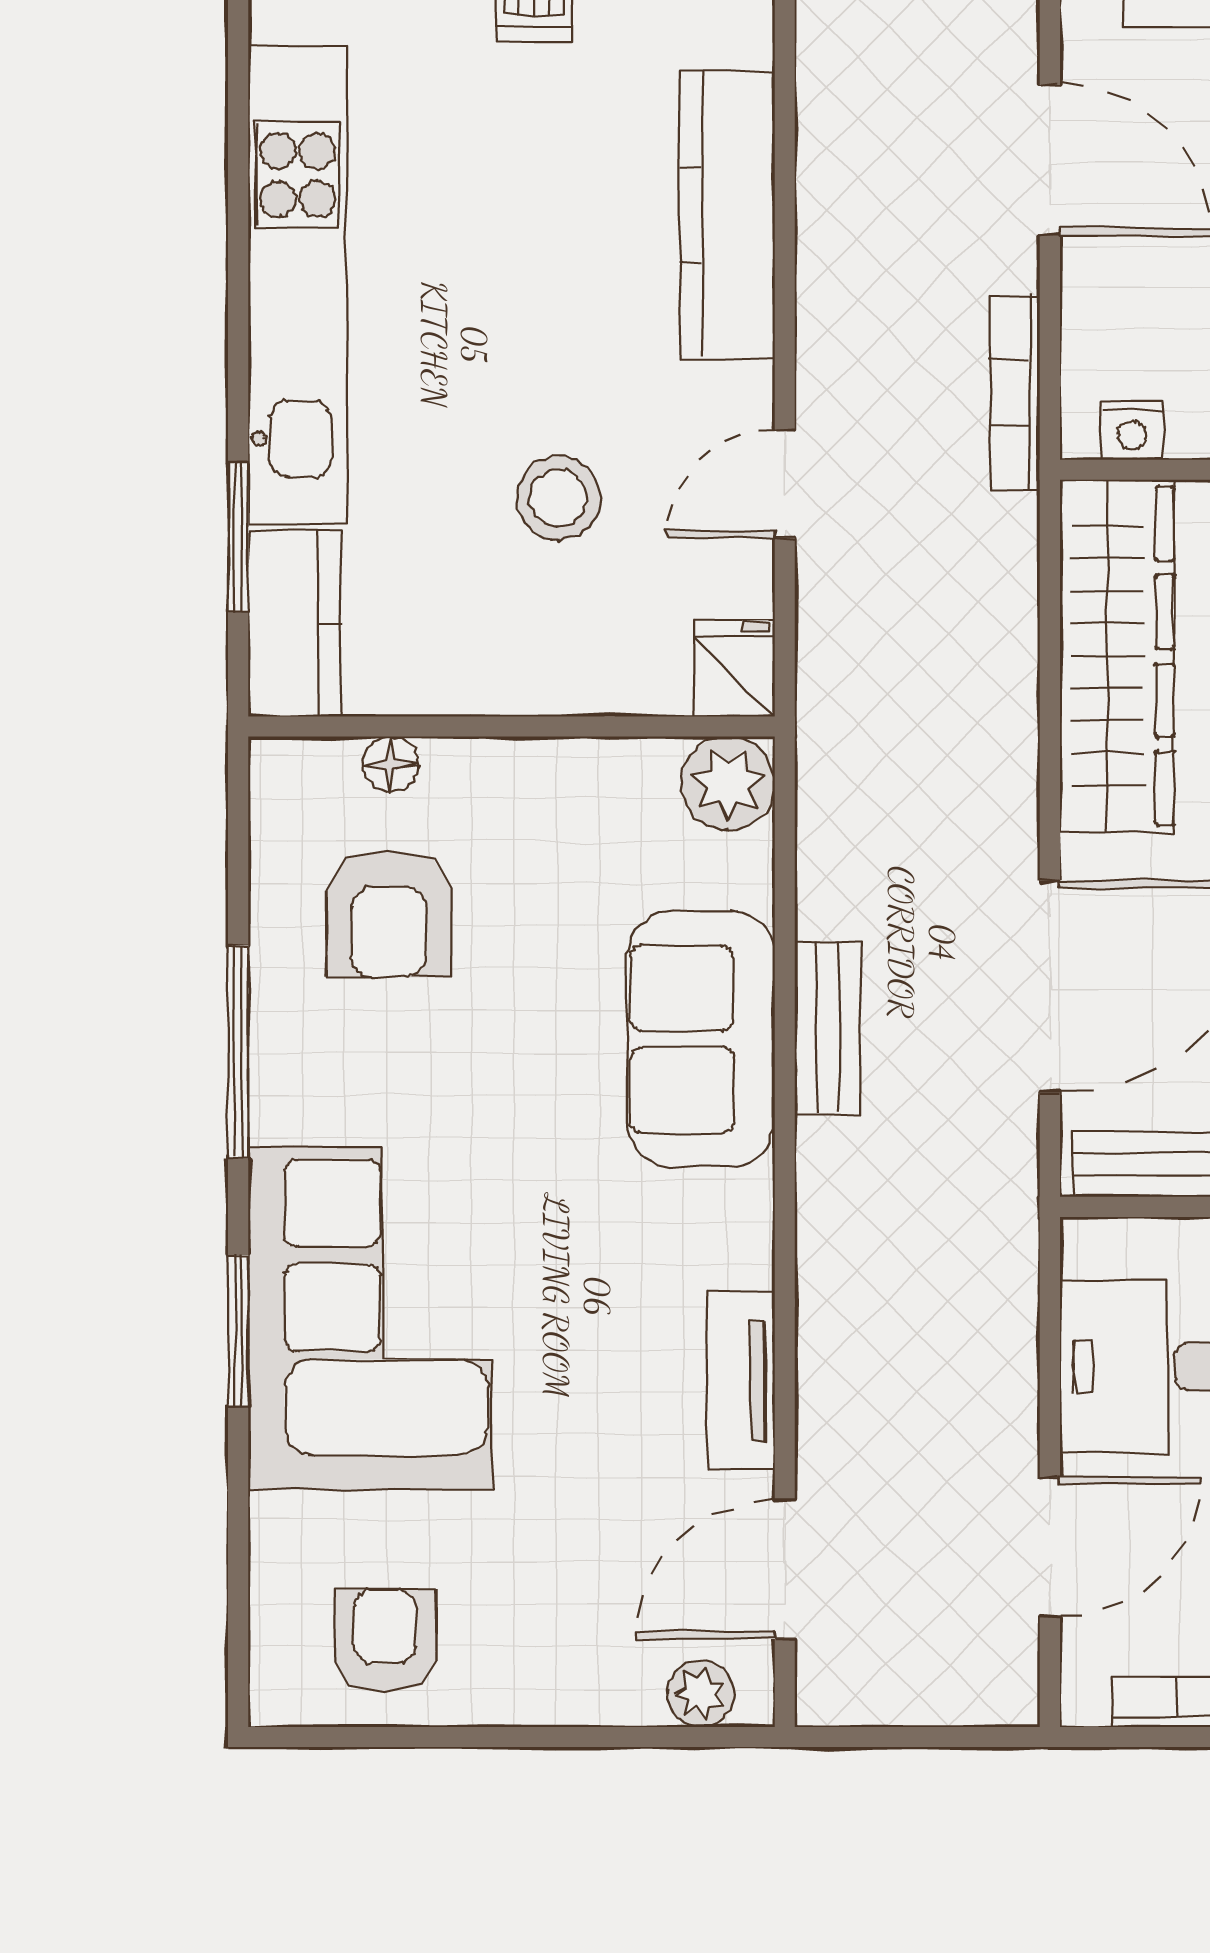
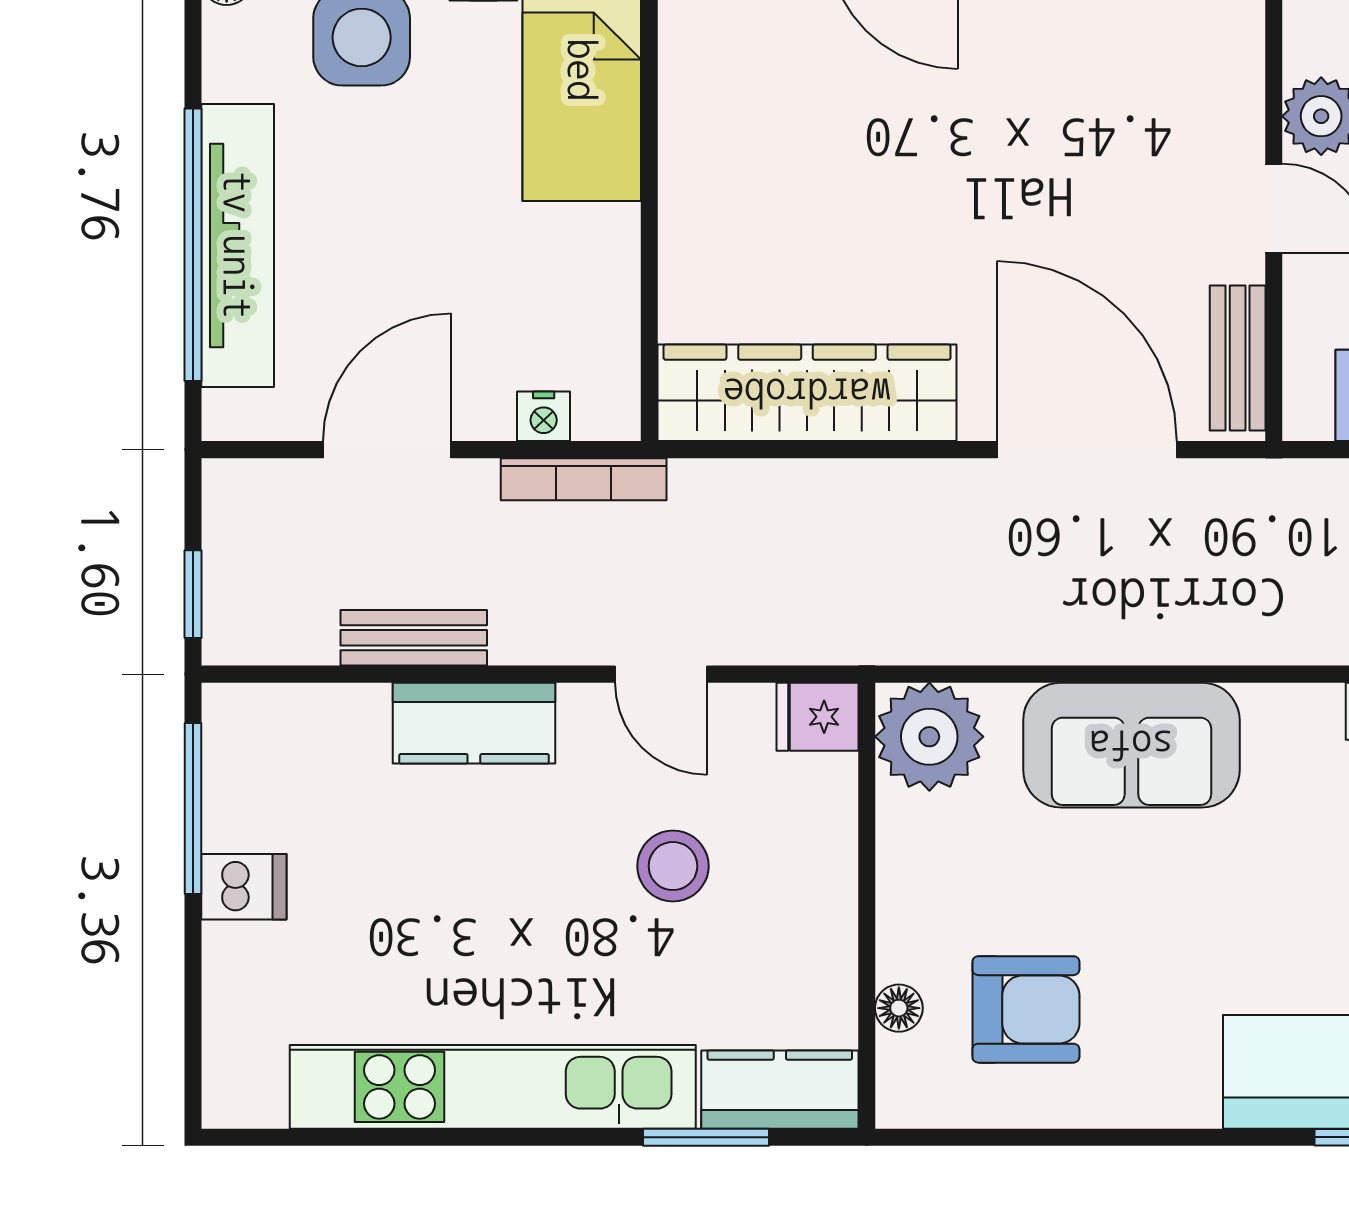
kitchen counter: (727, 215) -> (474, 723), width x0.67
nightstand: (1132, 430) -> (544, 416), moved, turned 90
plant: (728, 783) -> (929, 737), width x1.36, depth x1.36
bench: (828, 1028) -> (414, 638), moved
window: (238, 1052) -> (1142, 1137), removed

